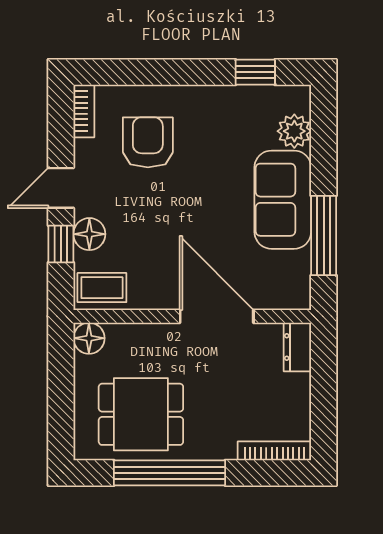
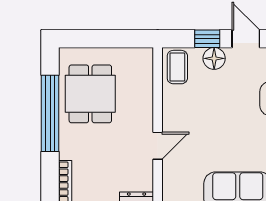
door: (217, 316) -> (158, 146), width x0.53
floor lamp: (89, 338) -> (143, 58), removed

